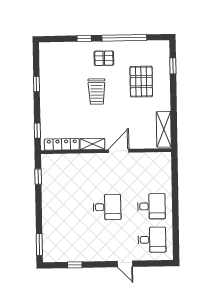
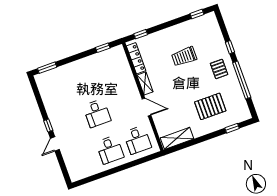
window: (37, 84) -> (197, 14), moved
trolley: (97, 92) -> (184, 56), moved
desk: (152, 240) -> (137, 140), moved
window: (75, 265) -> (48, 126), moved

